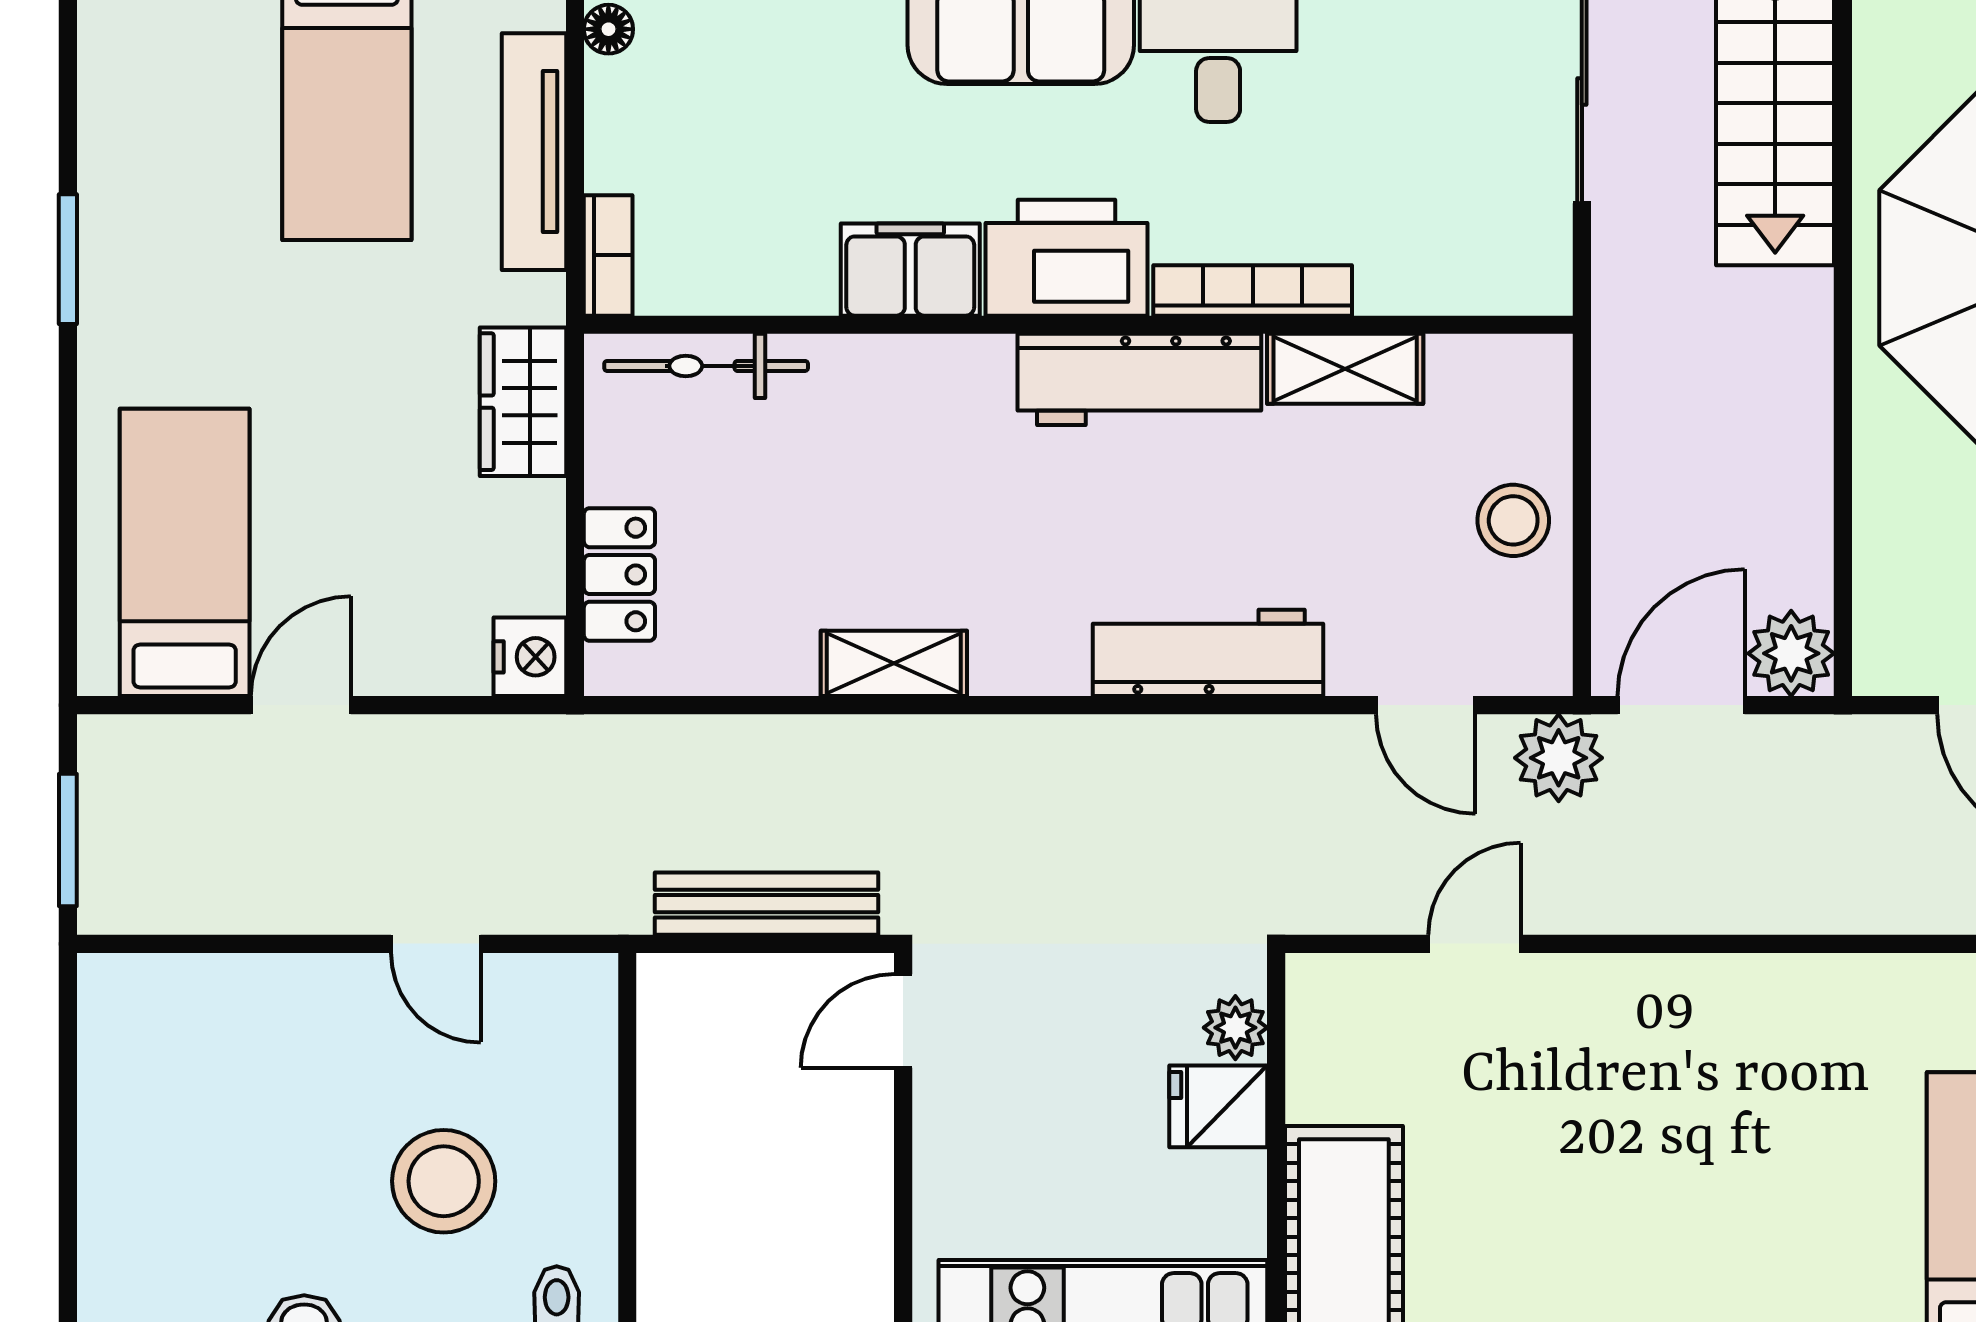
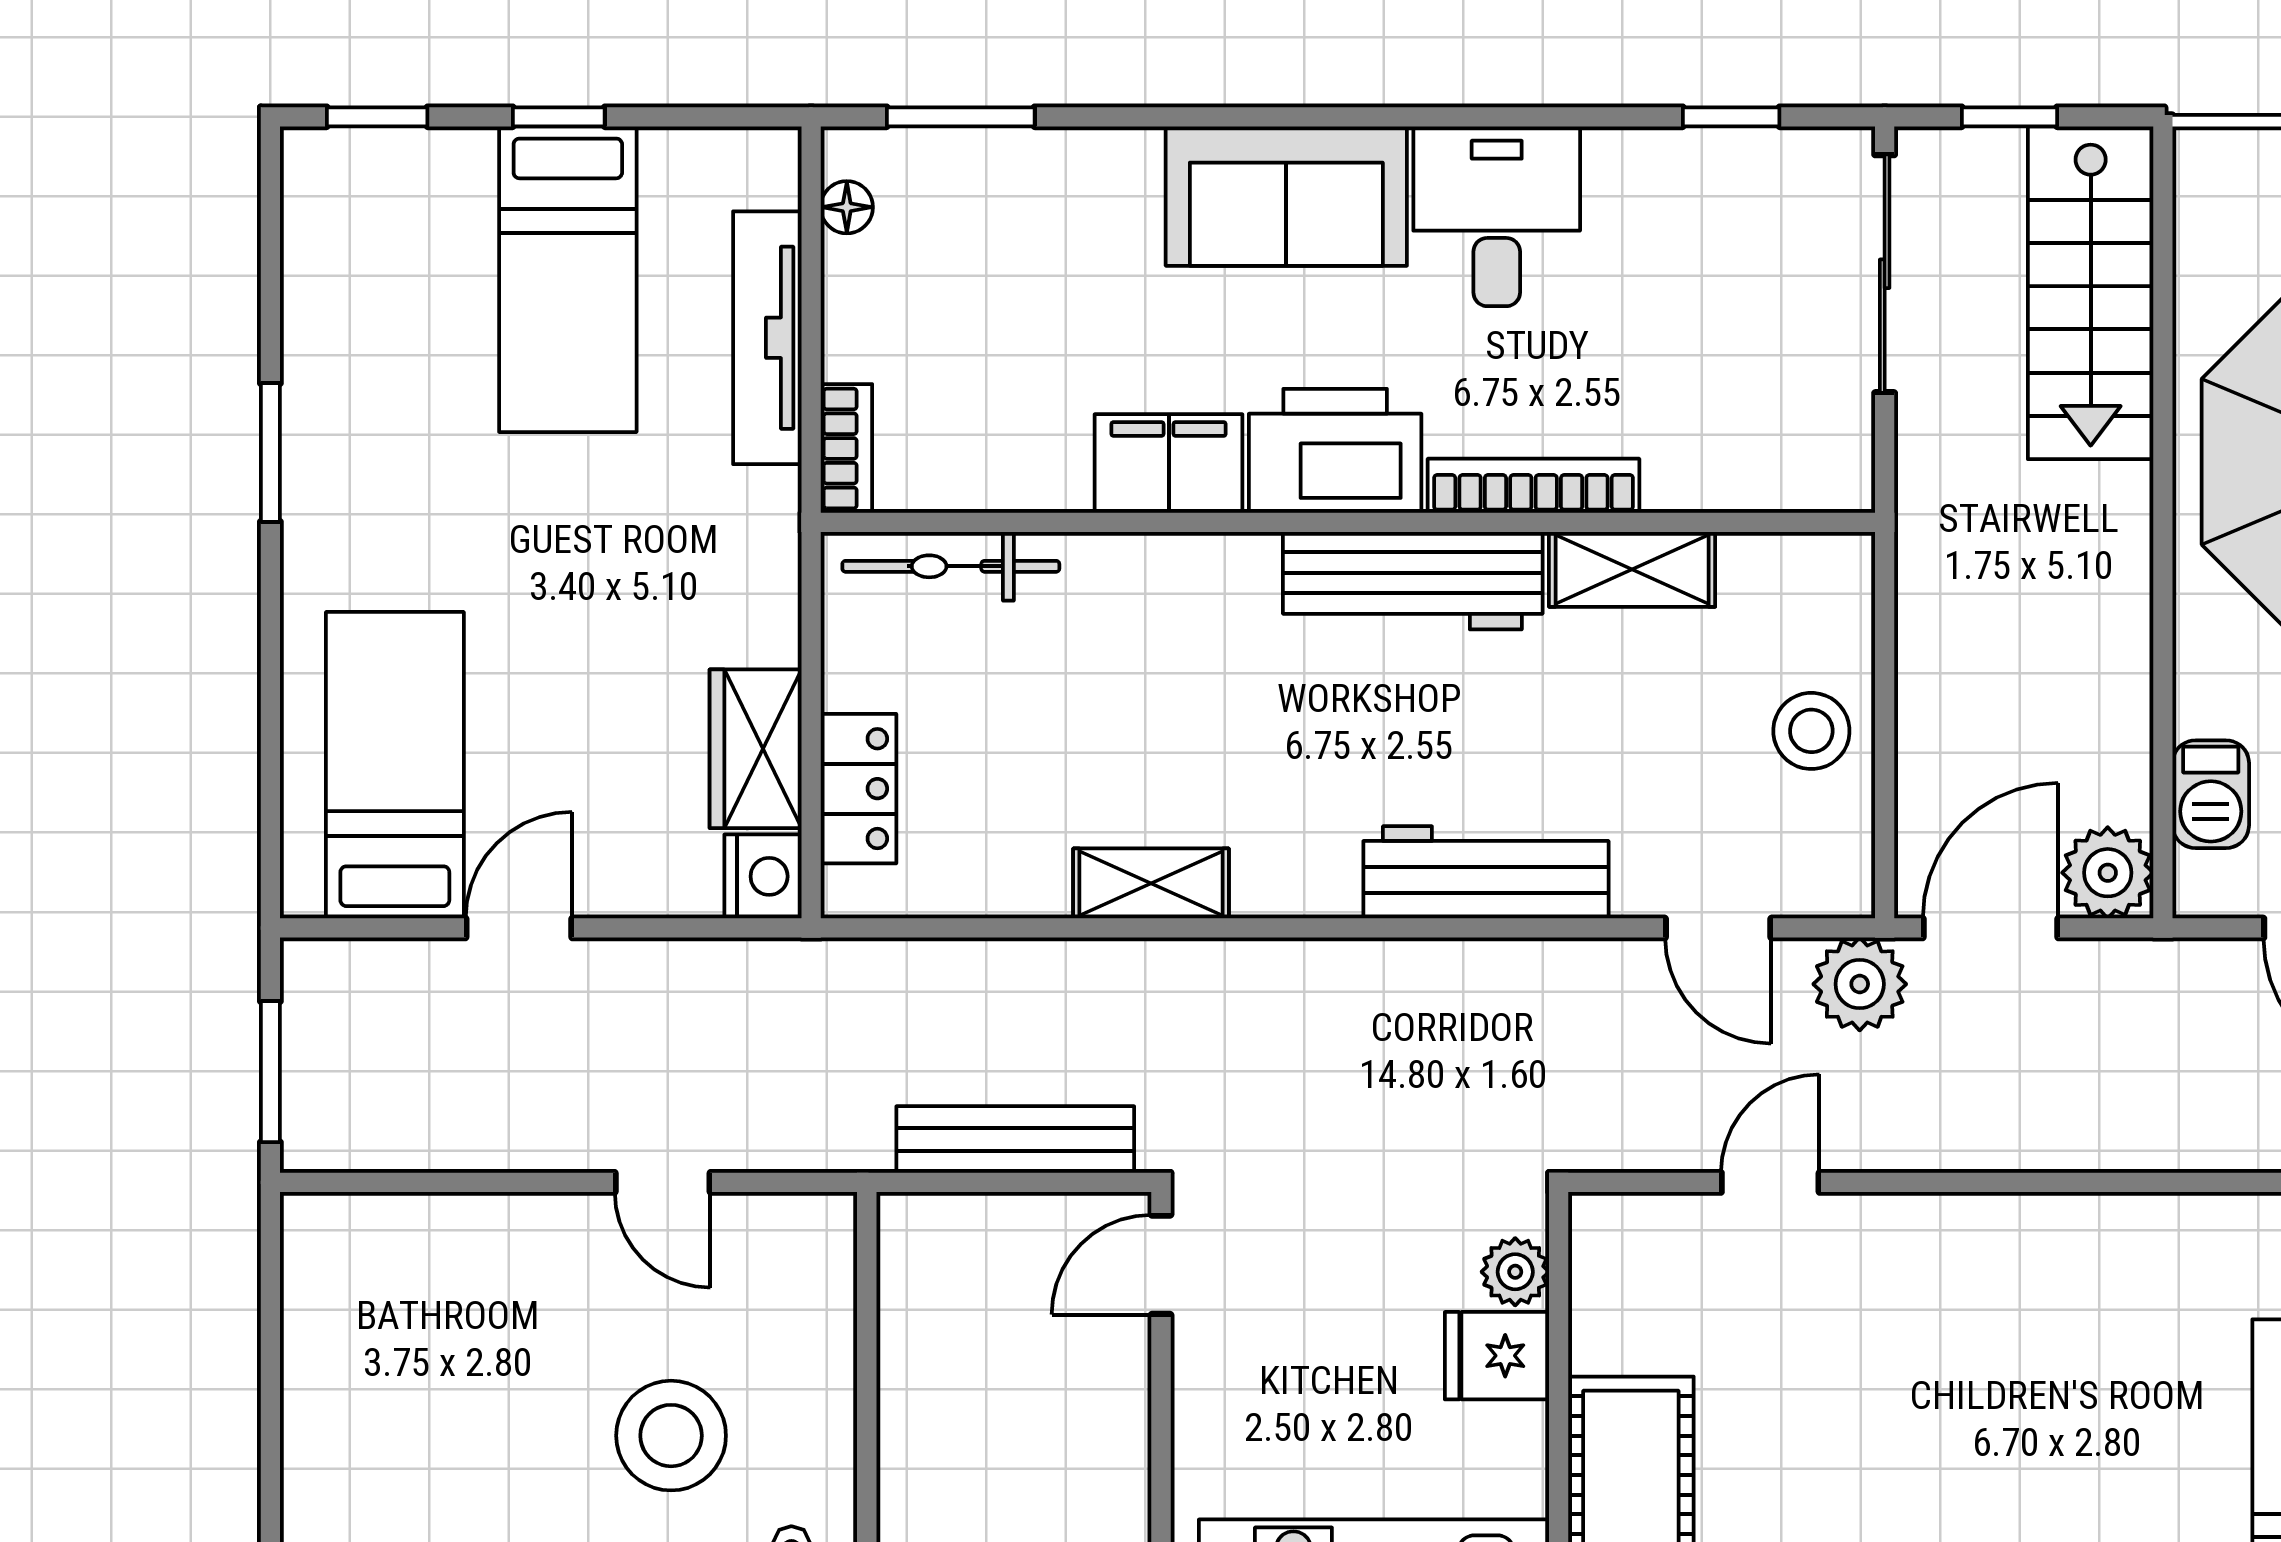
wardrobe: (523, 402) -> (756, 749), moved
barbecue: (1888, 580) -> (2211, 794), added

